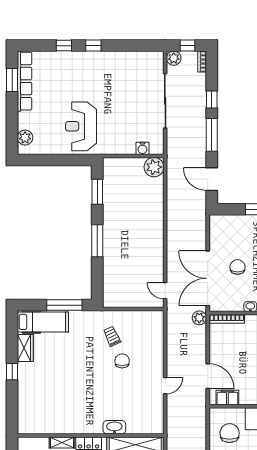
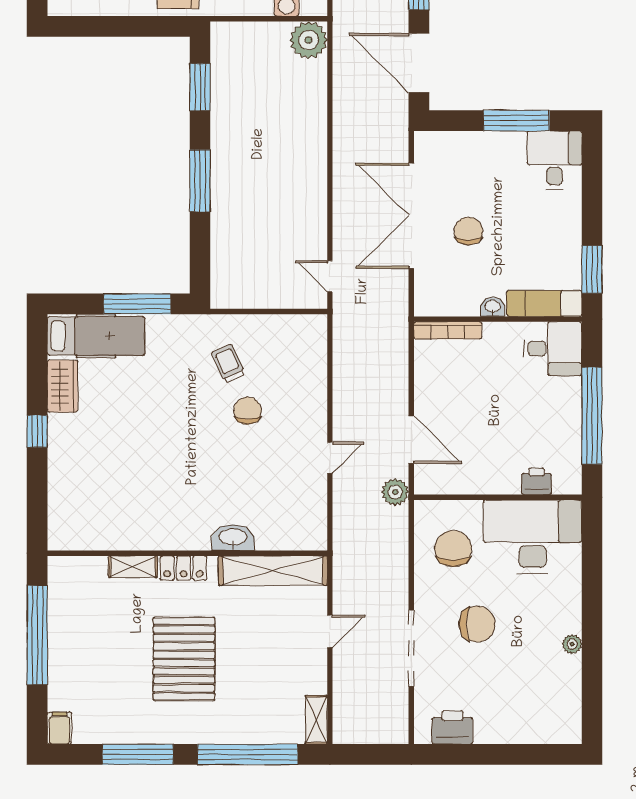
door: (212, 179) -> (419, 63), width x1.36
double door: (208, 278) -> (411, 216), moved
plant: (199, 318) -> (395, 492), moved
filing cabinet: (227, 397) -> (449, 480), removed

